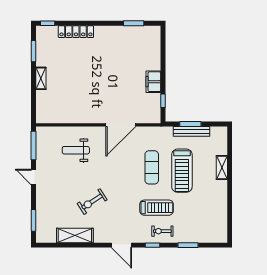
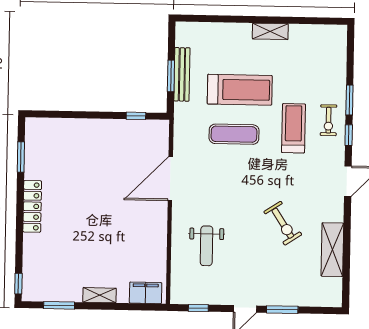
locker: (76, 32) -> (32, 206), moved
filing cabinet: (153, 82) -> (146, 293), moved, turned 180
door: (121, 125) -> (170, 179), swing flipped
window: (34, 145) -> (198, 308), width x0.46
shelving: (222, 168) -> (270, 31), moved
window: (34, 220) -> (282, 310), moved
window: (188, 245) -> (349, 100), moved

